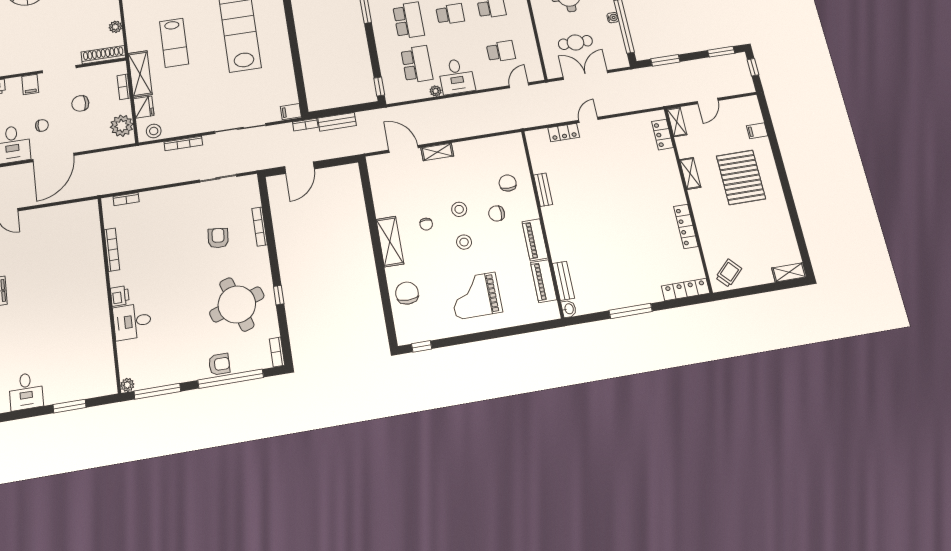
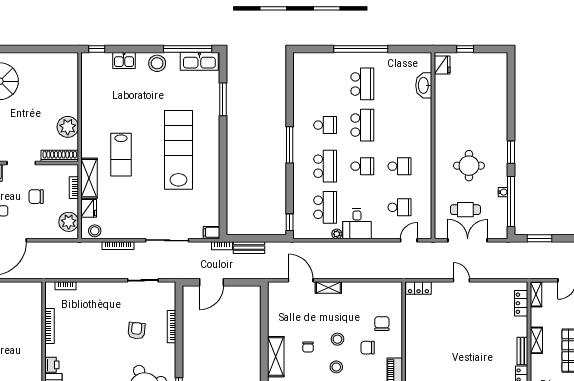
plant: (115, 27) -> (68, 127), width x1.88, depth x1.88
door: (588, 120) -> (461, 280), hinge flipped
locker: (564, 133) -> (418, 288), moved
bench: (543, 190) -> (522, 351), moved

